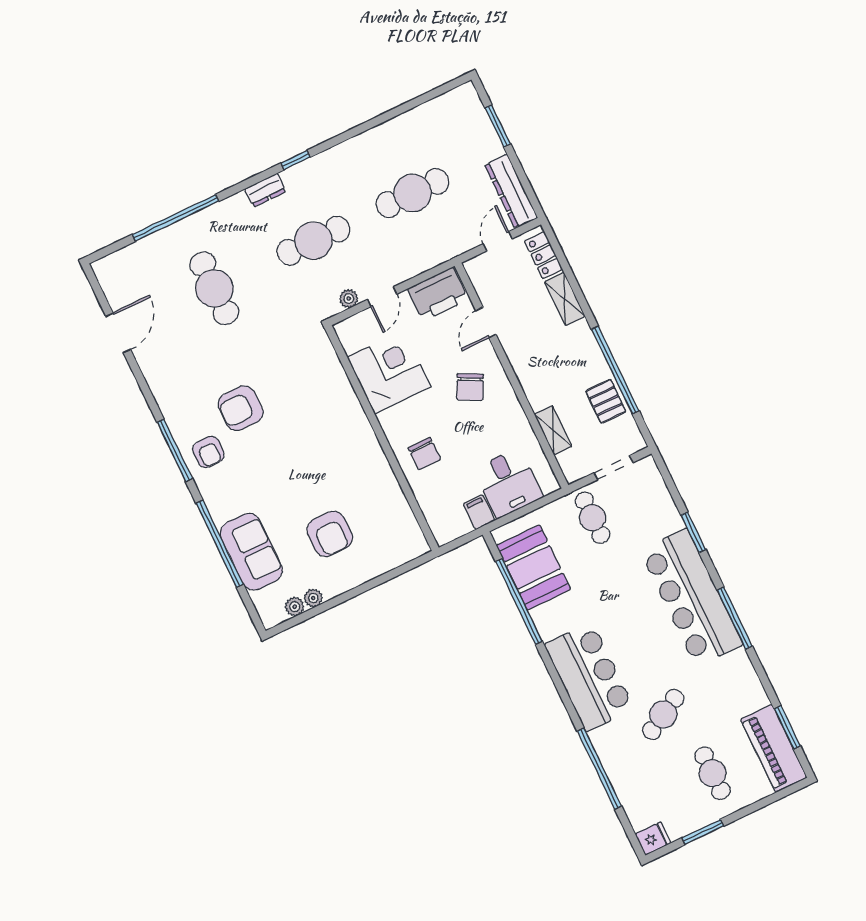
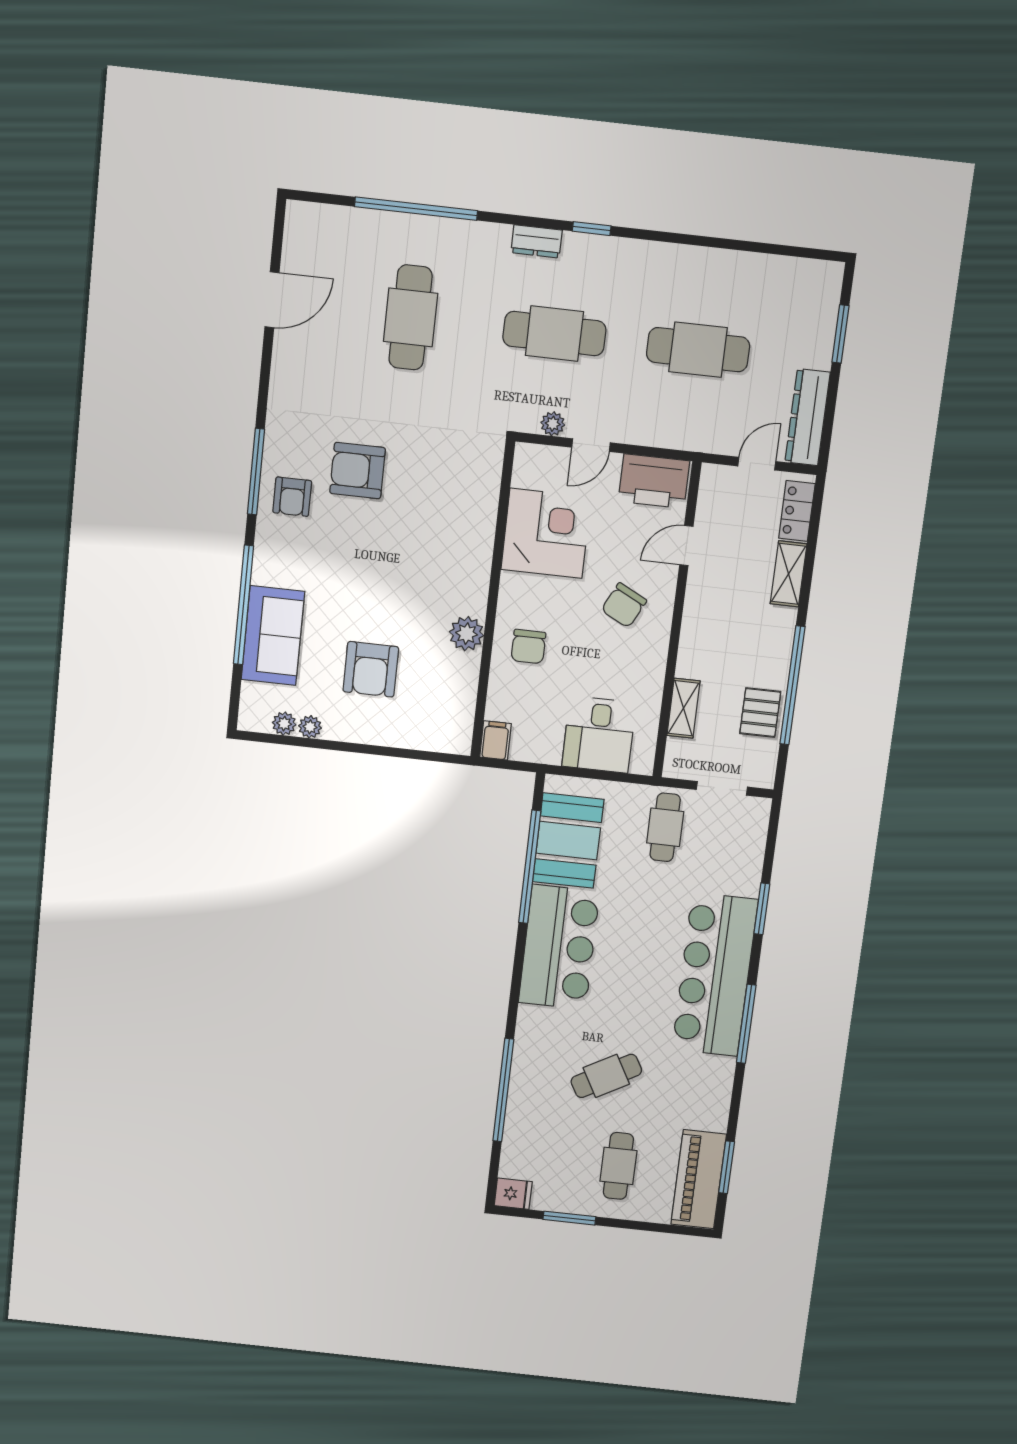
plant: (378, 471) -> (467, 634), added
filing cabinet: (479, 512) -> (495, 740), moved
bar counter: (589, 677) -> (559, 947), moved

